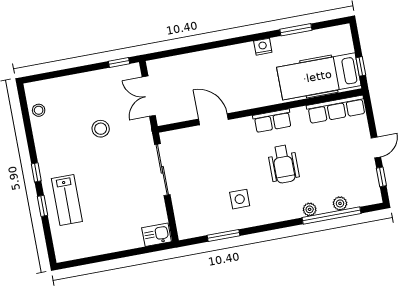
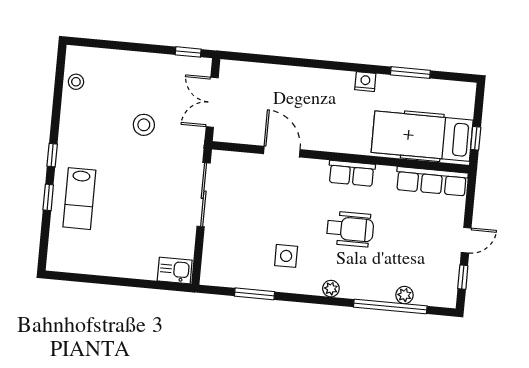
wheelchair: (283, 164) -> (350, 229), turned -90
plant: (310, 209) -> (331, 289), moved

